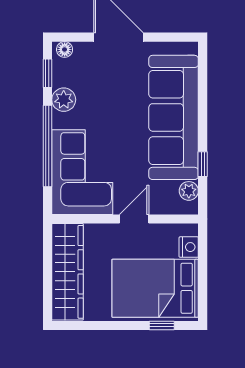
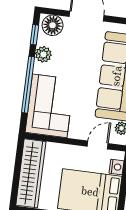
floor lamp: (65, 49) -> (53, 25), width x1.89, depth x1.89
door: (134, 219) -> (98, 145), moved

